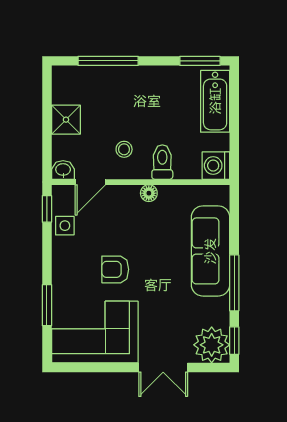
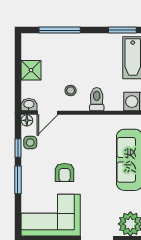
floor lamp: (149, 193) -> (27, 120), moved
window: (47, 209) -> (18, 148), moved
armchair: (115, 269) -> (65, 172), turned -90
window: (47, 305) -> (18, 180), moved

